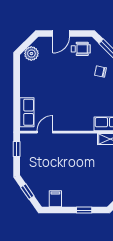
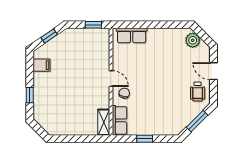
chair: (100, 72) -> (124, 93), moved
door: (45, 132) -> (111, 79), moved

